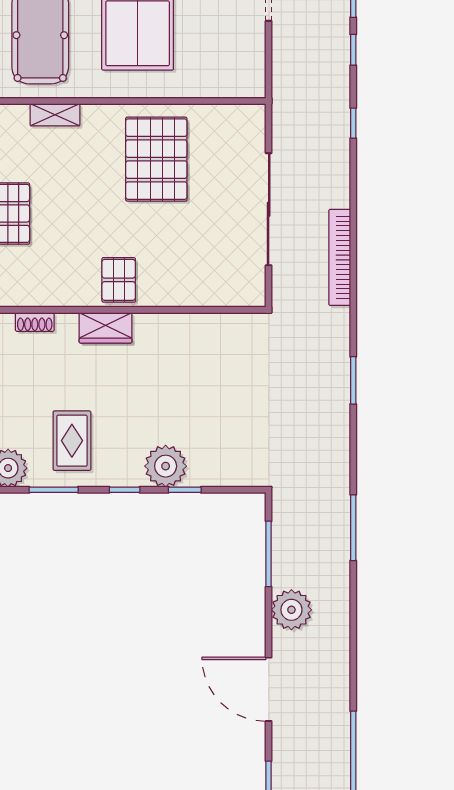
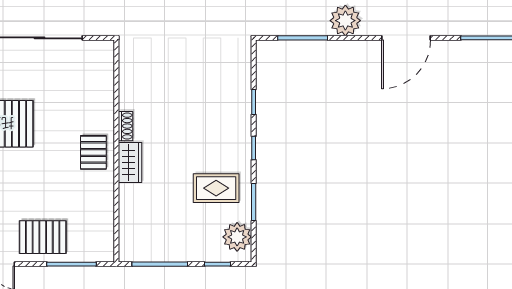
pallet: (119, 280) -> (93, 152), turned 90
shoe rack: (35, 322) -> (126, 126), moved
plant: (166, 466) -> (236, 117), removed

